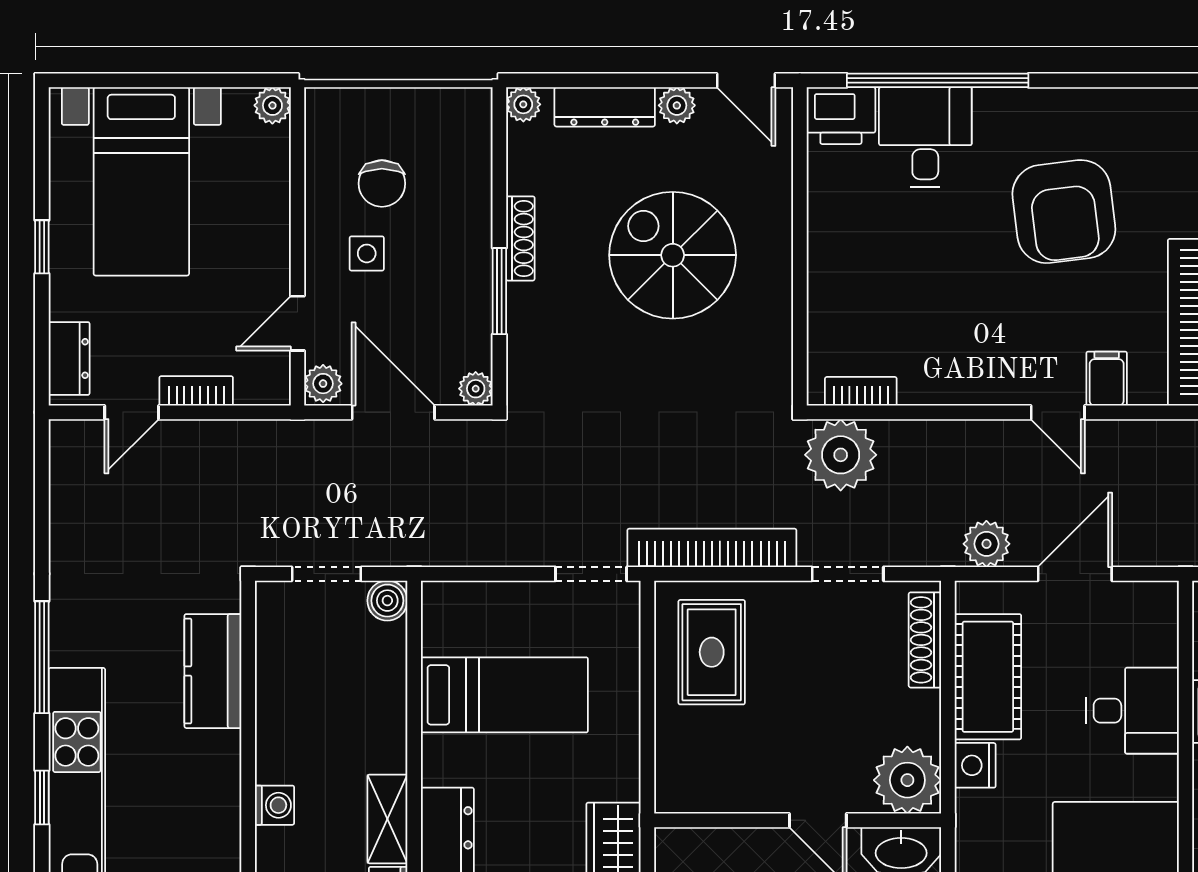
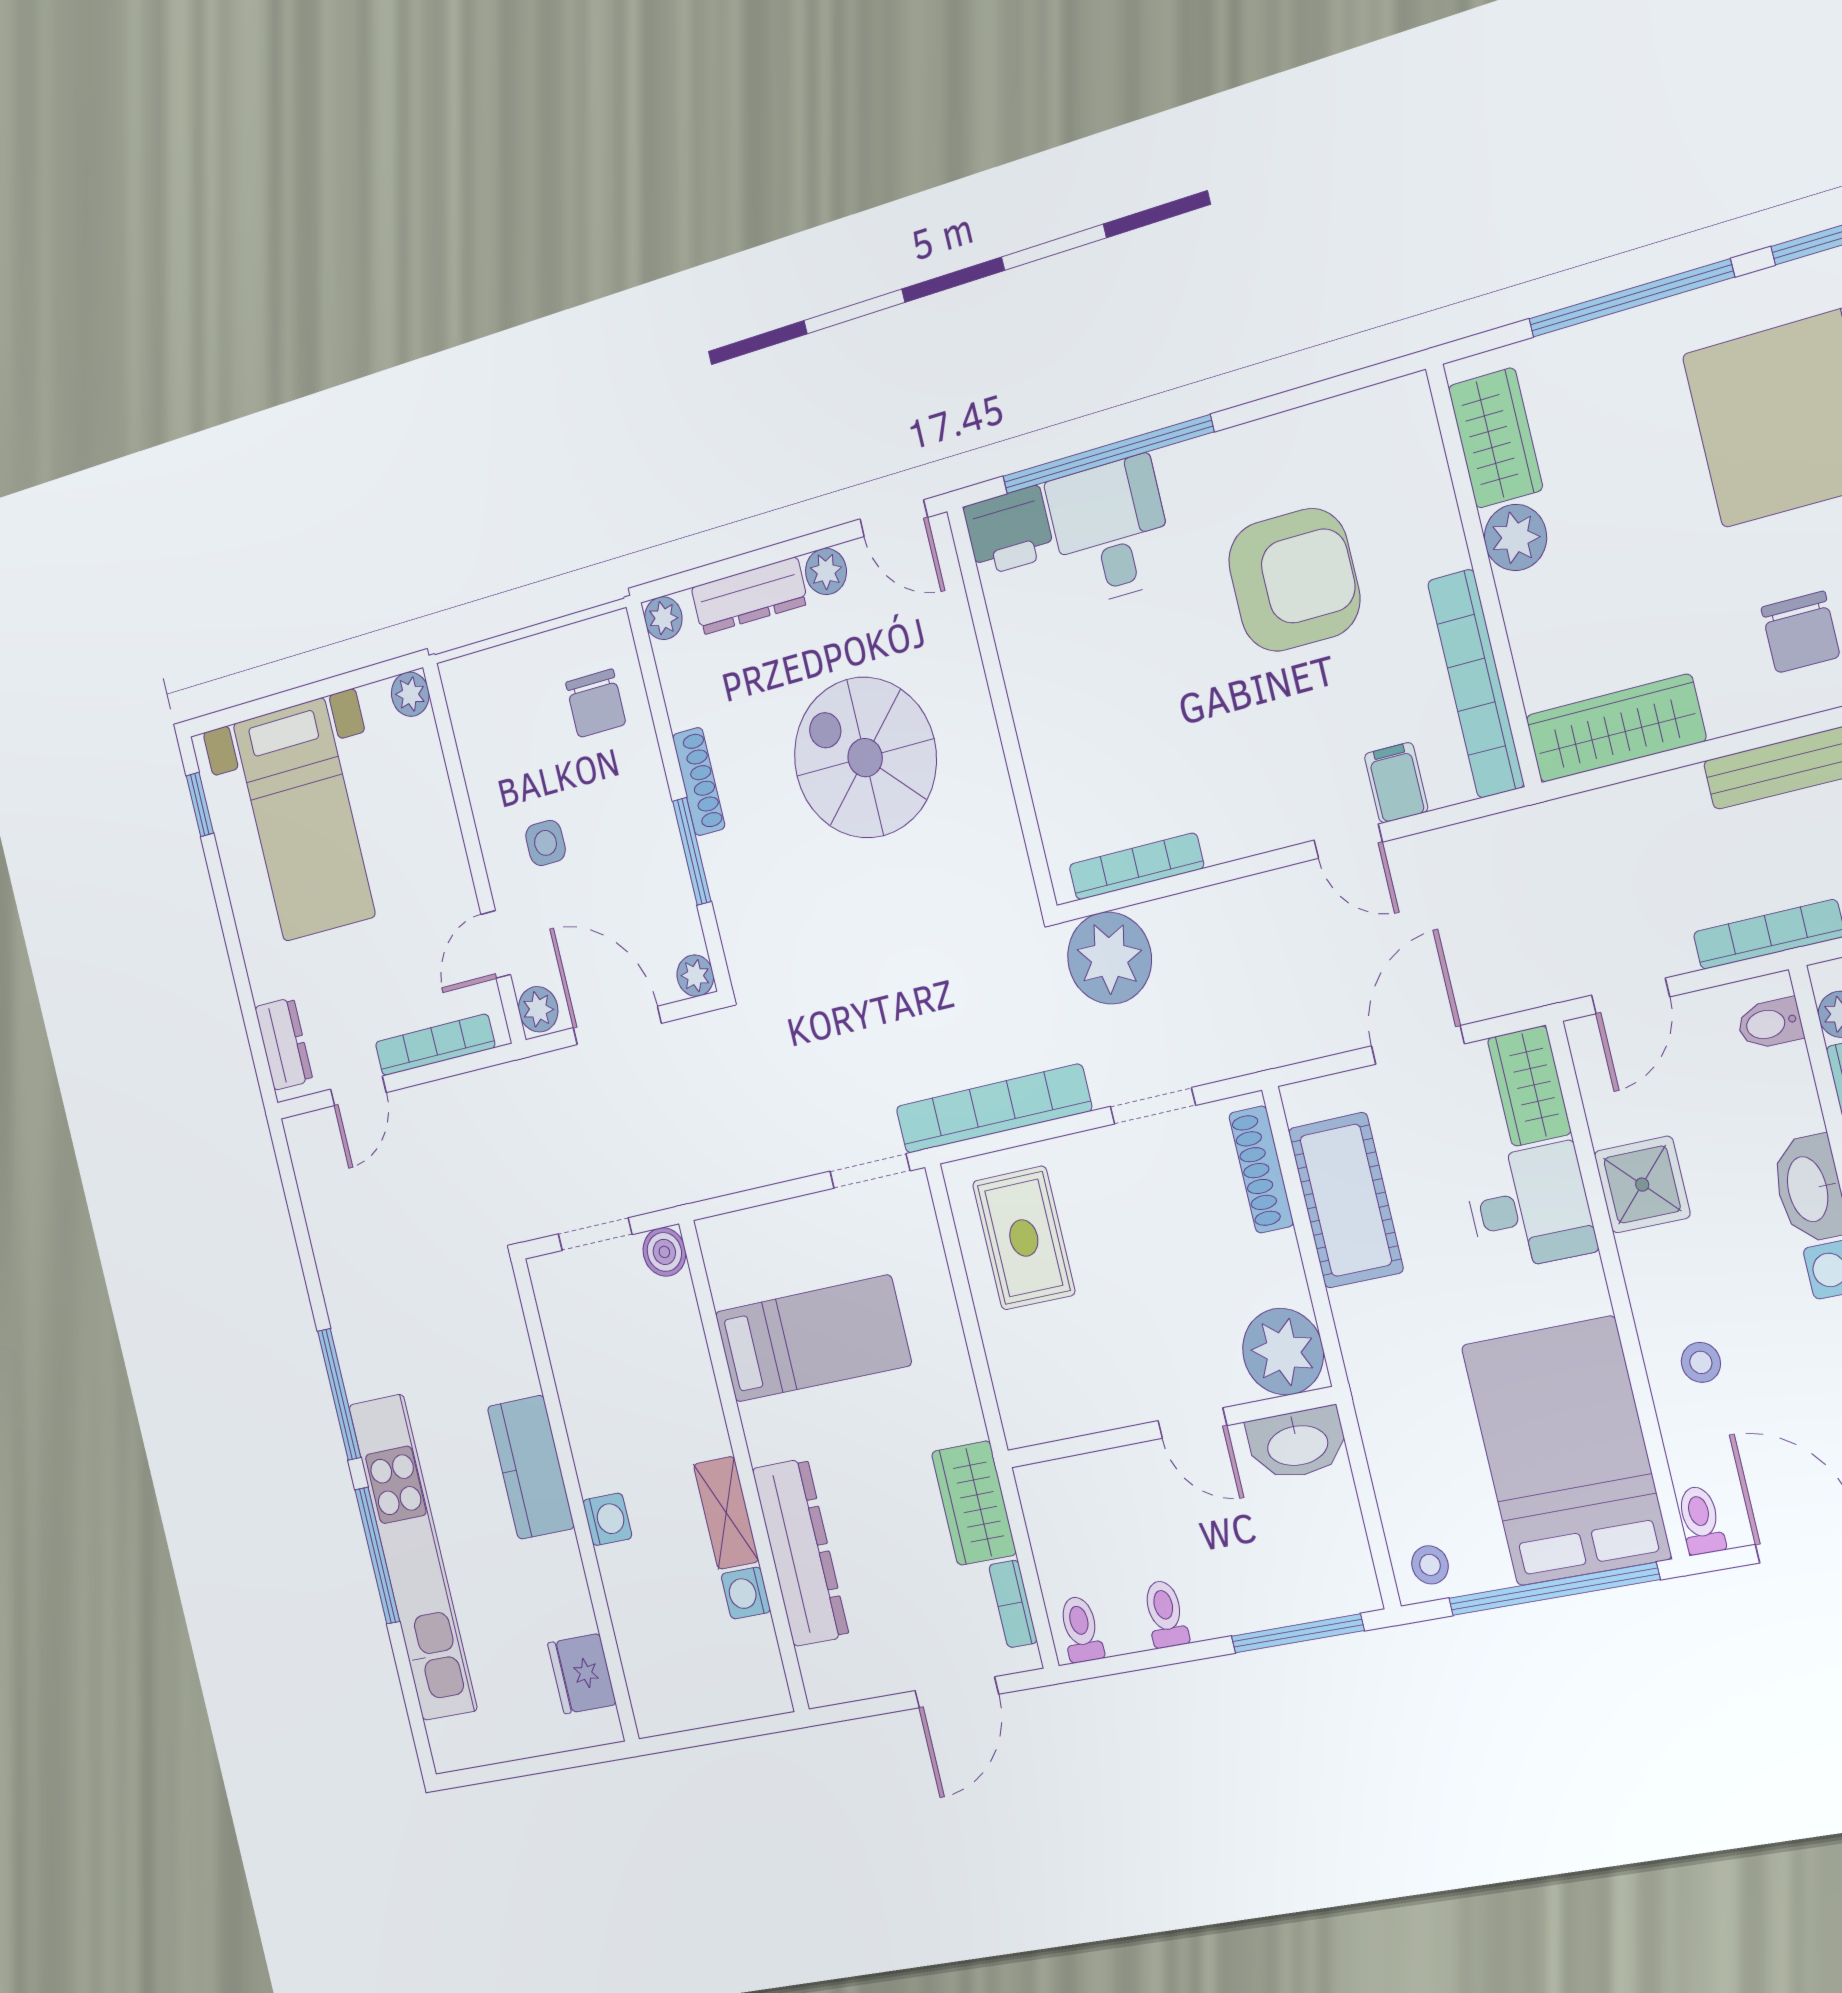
chair: (382, 183) -> (596, 703), moved
armchair: (1064, 212) -> (1294, 580), turned -83
window: (42, 247) -> (200, 804), moved
bookcase: (196, 391) -> (435, 1045), width x1.56
bookcase: (861, 391) -> (1136, 866), width x1.56
plant: (986, 544) -> (1304, 1031), removed
wardrobe: (1155, 622) -> (1529, 1086), added
kitchen counter: (213, 671) -> (531, 1467), moved
nightstand: (975, 765) -> (1358, 1317), removed
window: (42, 797) -> (377, 1556), width x2.17

